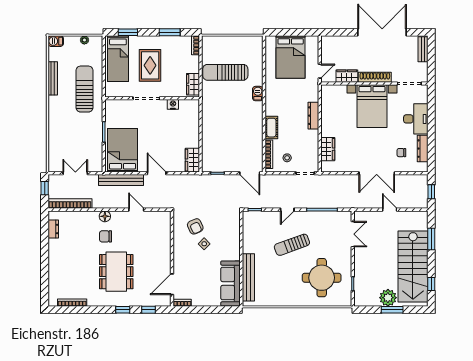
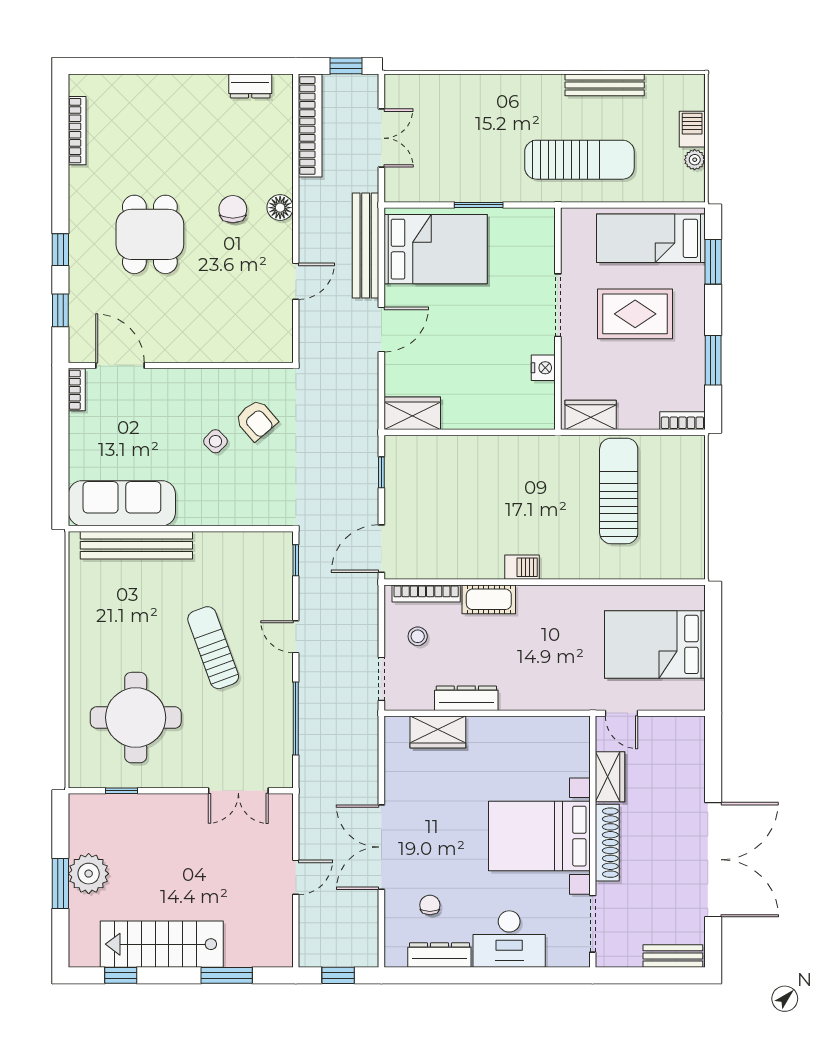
barbecue: (56, 41) -> (692, 129), moved
barbecue: (258, 94) -> (522, 567), moved
dresser: (313, 116) -> (466, 698), moved
armchair: (195, 226) -> (256, 420), turned -107
stairs: (413, 267) -> (162, 944), width x0.73, depth x0.66
dining table: (116, 272) -> (150, 234), width x0.73

